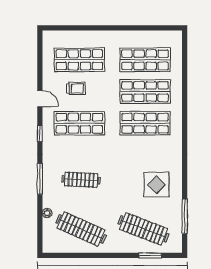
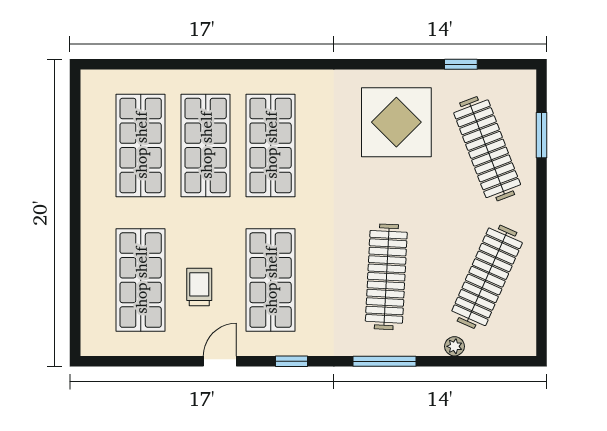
clothes rail: (81, 180) -> (386, 277), width x1.37, depth x1.31
display table: (156, 185) -> (396, 122), width x1.36, depth x1.36
window: (185, 216) -> (461, 64), width x0.46
clothes rail: (143, 229) -> (487, 149), turned -42

